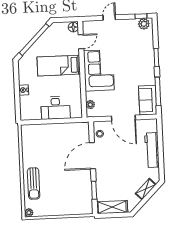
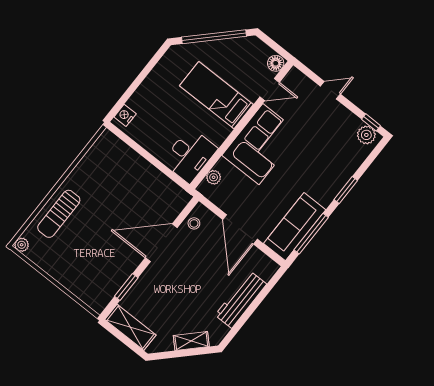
nightstand: (24, 90) -> (125, 115), moved
sofa: (148, 100) -> (295, 227), width x1.36
desk: (56, 108) -> (190, 155), moved, turned -90

